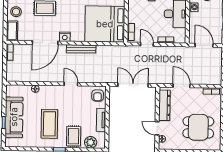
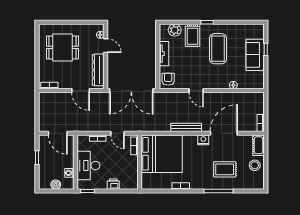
double door: (133, 85) -> (131, 91), width x1.36
sofa: (14, 117) -> (255, 55), width x0.73

